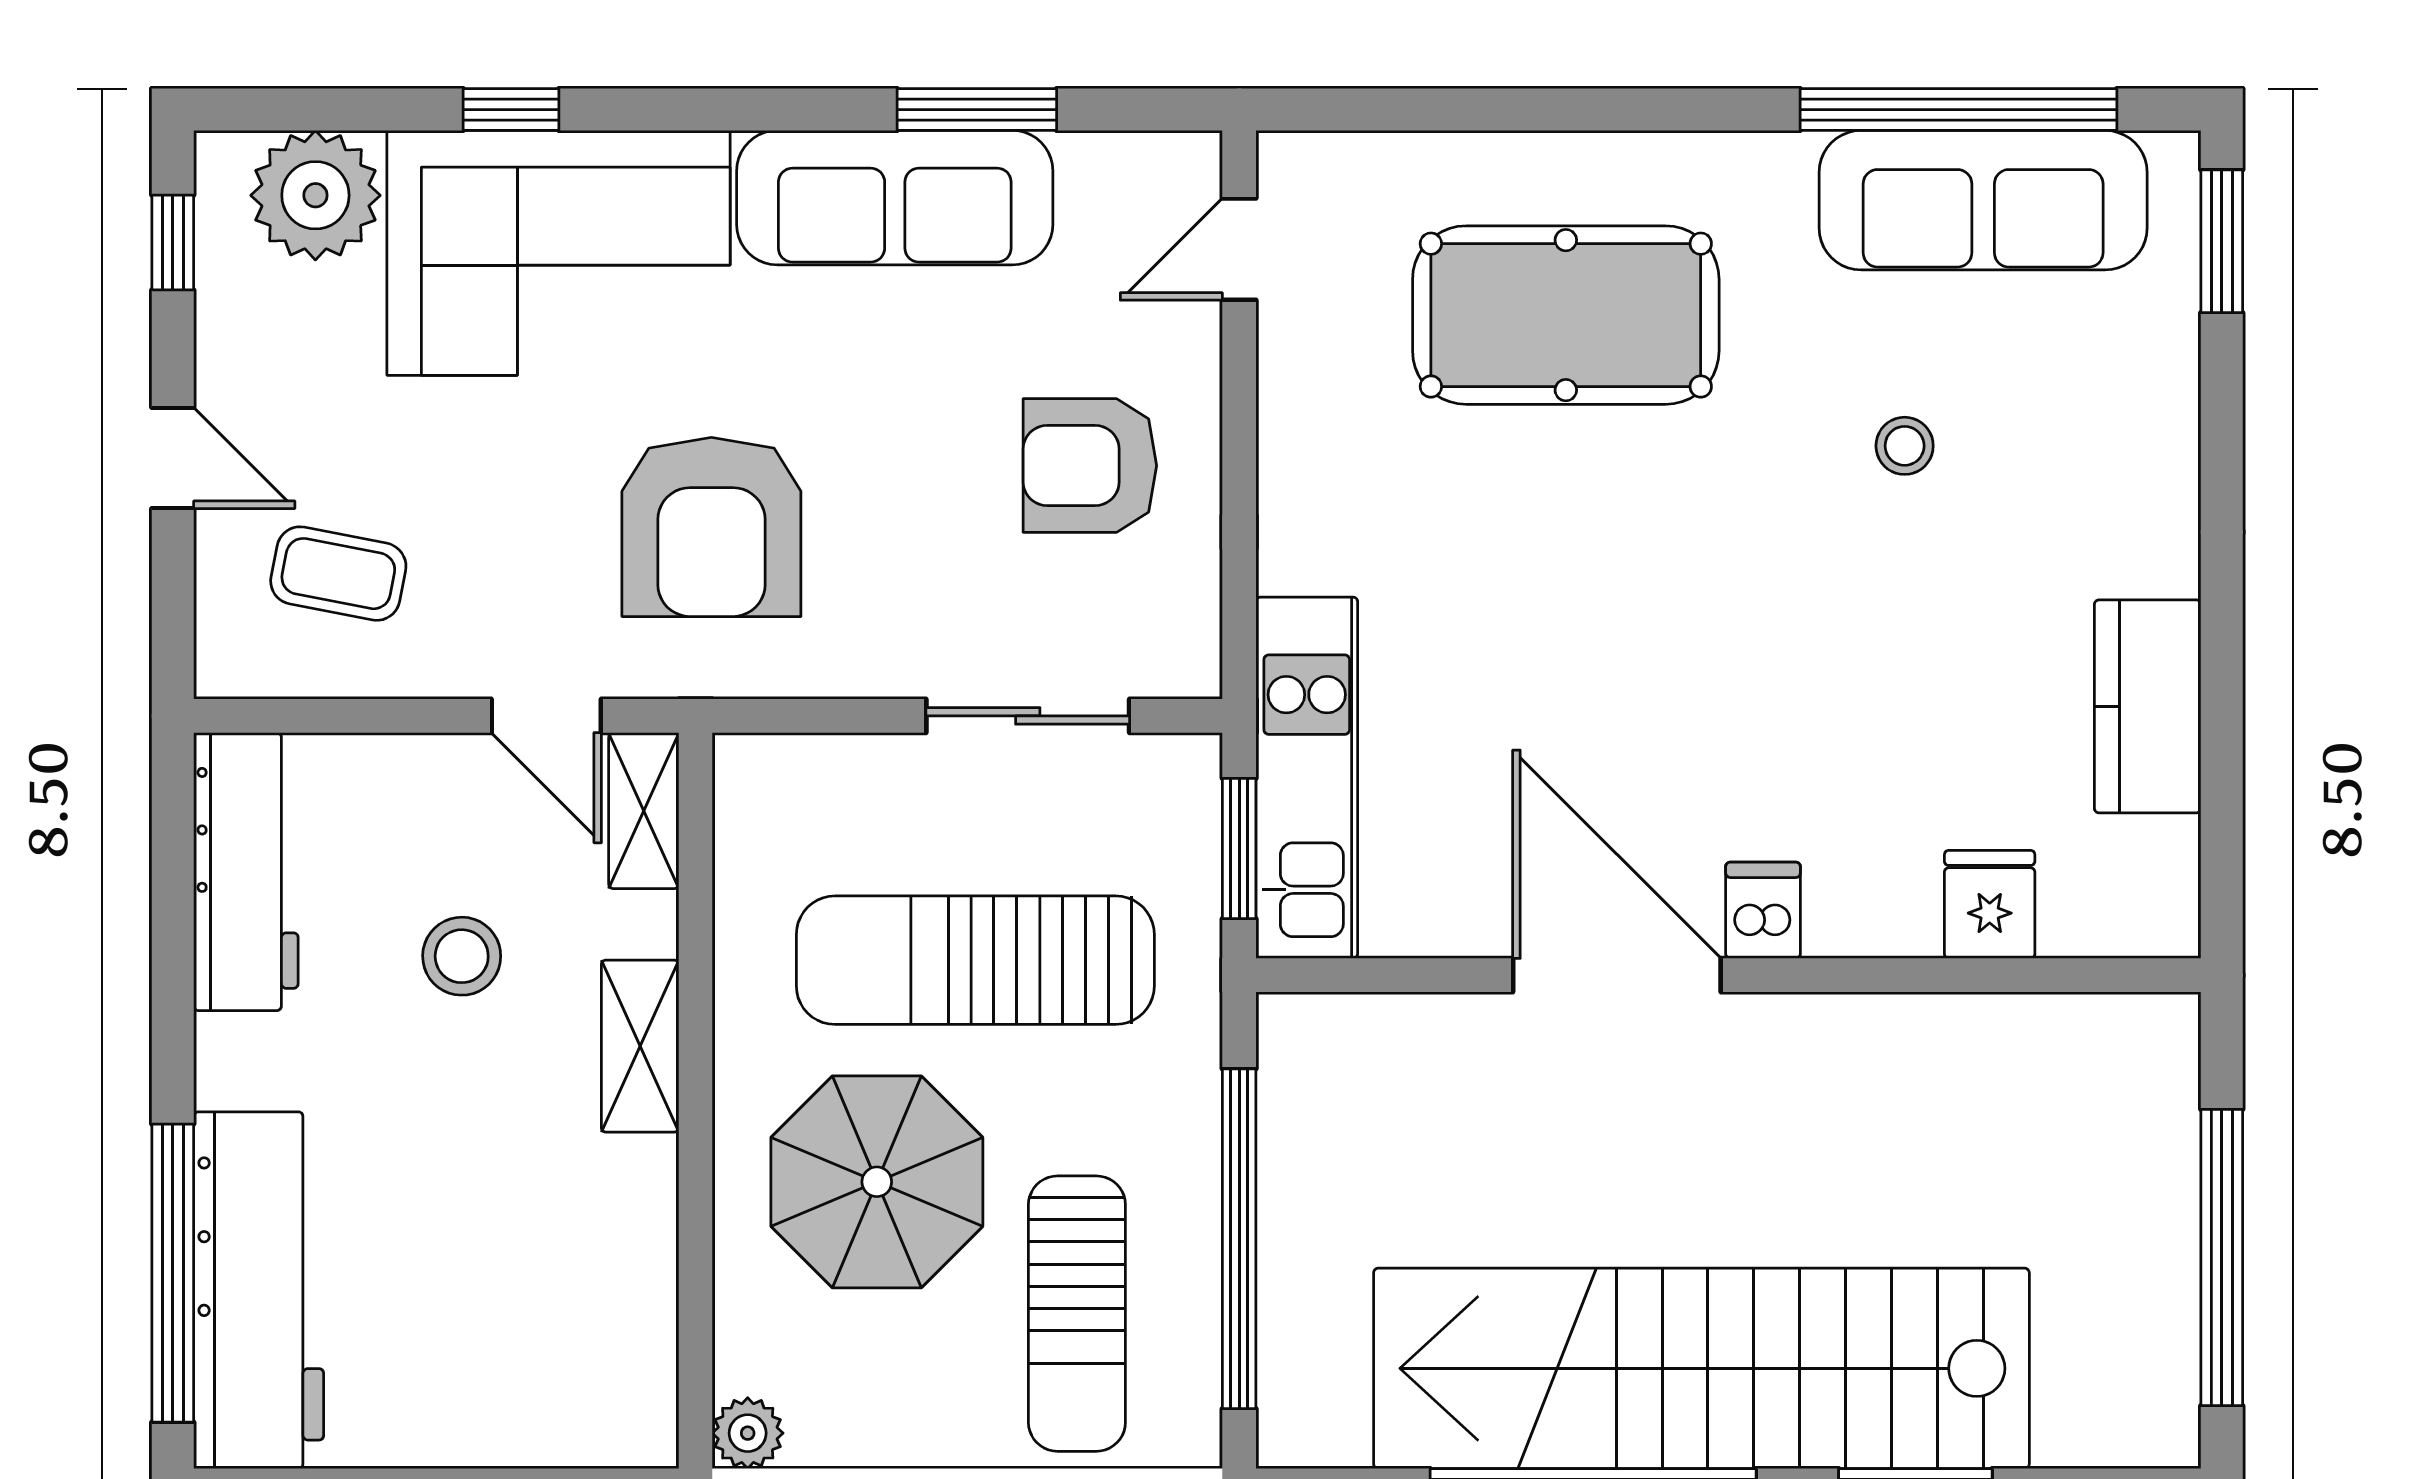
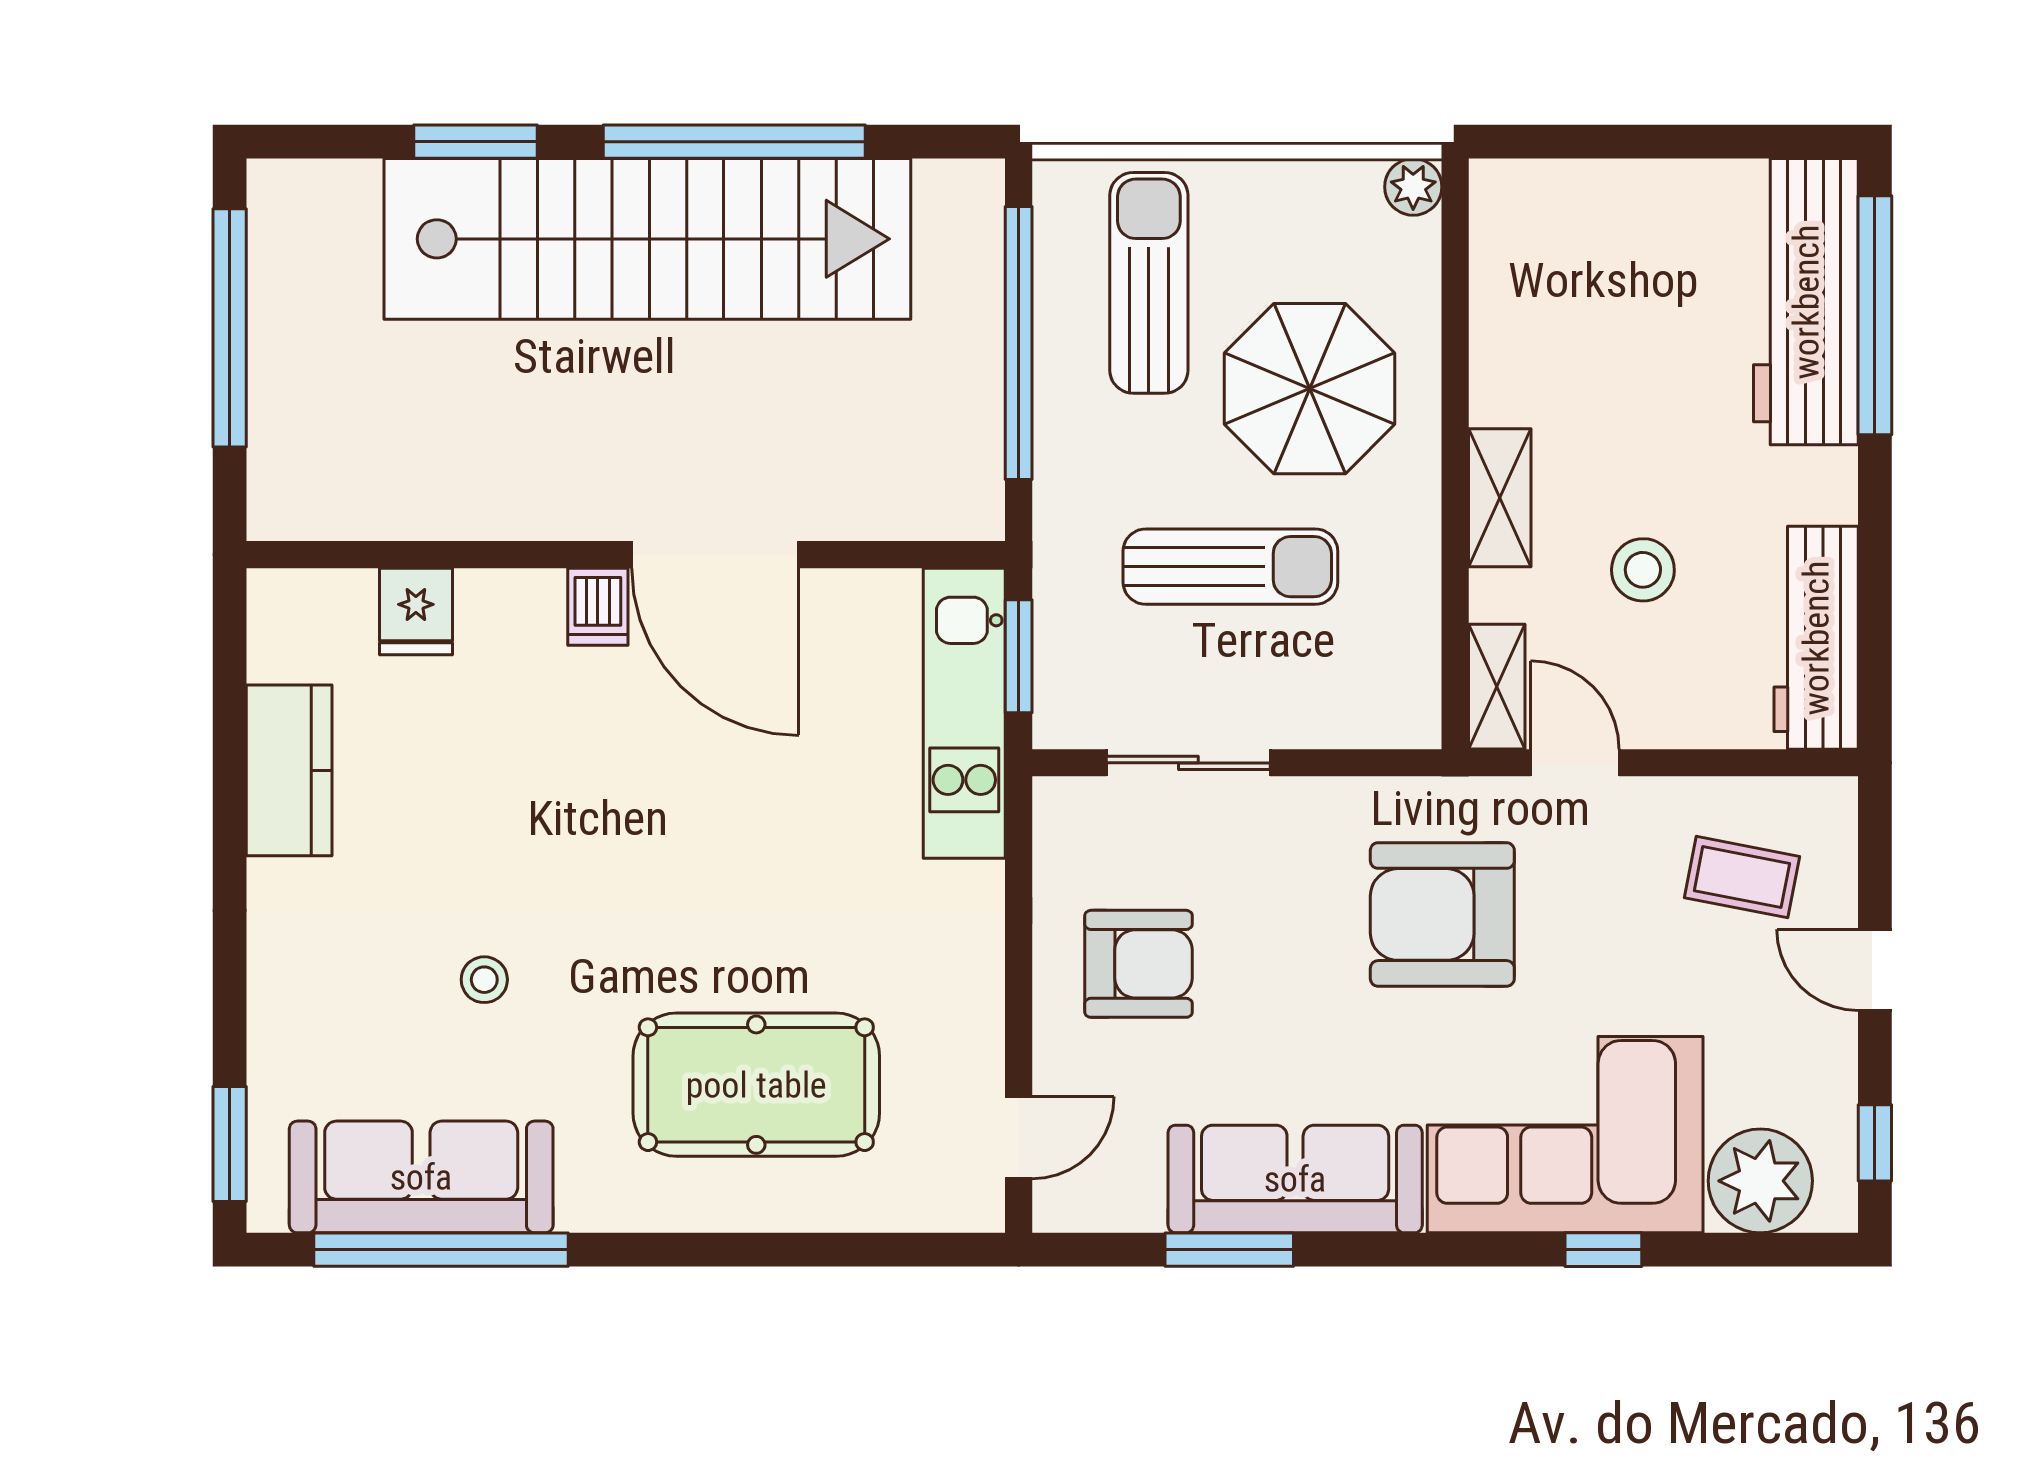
armchair: (711, 527) -> (1442, 914), turned -90
sun lounger: (975, 960) -> (1230, 567), width x0.73, depth x0.75

